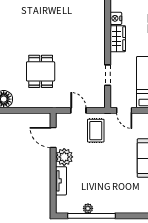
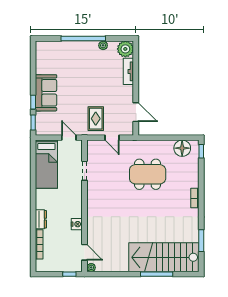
wardrobe: (118, 39) -> (75, 205), removed
dining table: (41, 71) -> (148, 174), width x1.38
plant: (64, 157) -> (125, 49), moved
window: (91, 216) -> (83, 38), moved

